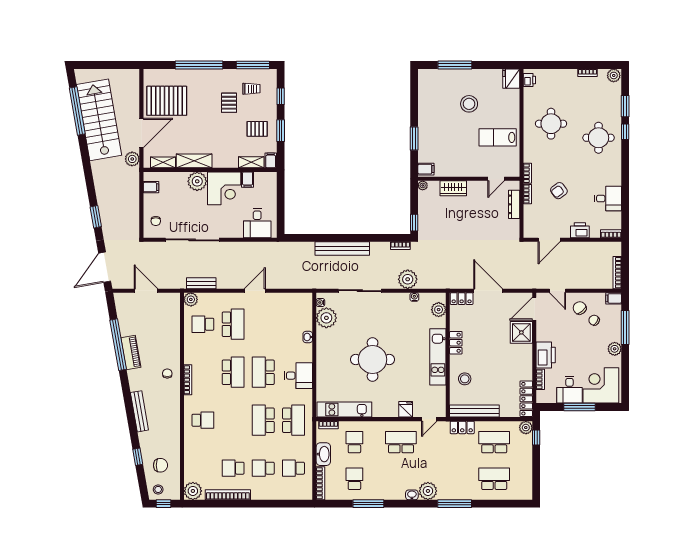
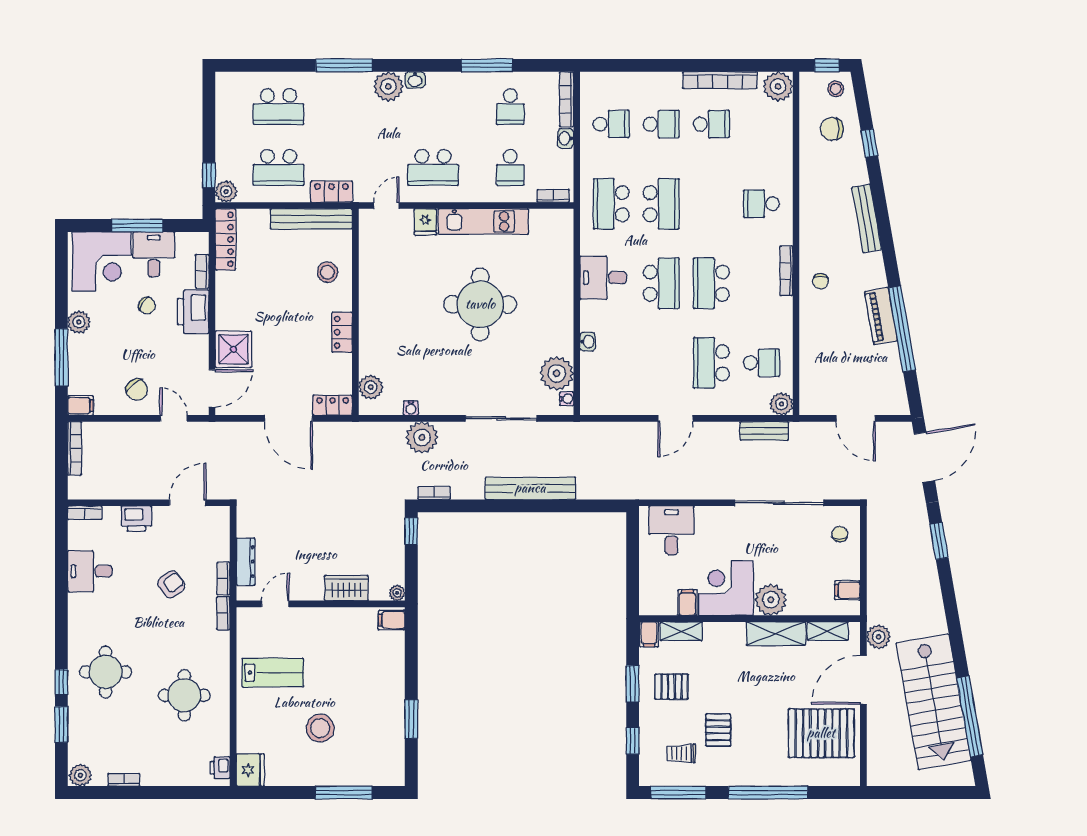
window: (414, 139) -> (411, 719), moved
chair: (594, 320) -> (147, 306), moved
kitchen unit: (438, 357) -> (372, 309), removed
kitchen unit: (344, 410) -> (483, 221), moved
washbasin: (323, 454) -> (565, 138), width x0.52, depth x0.69

